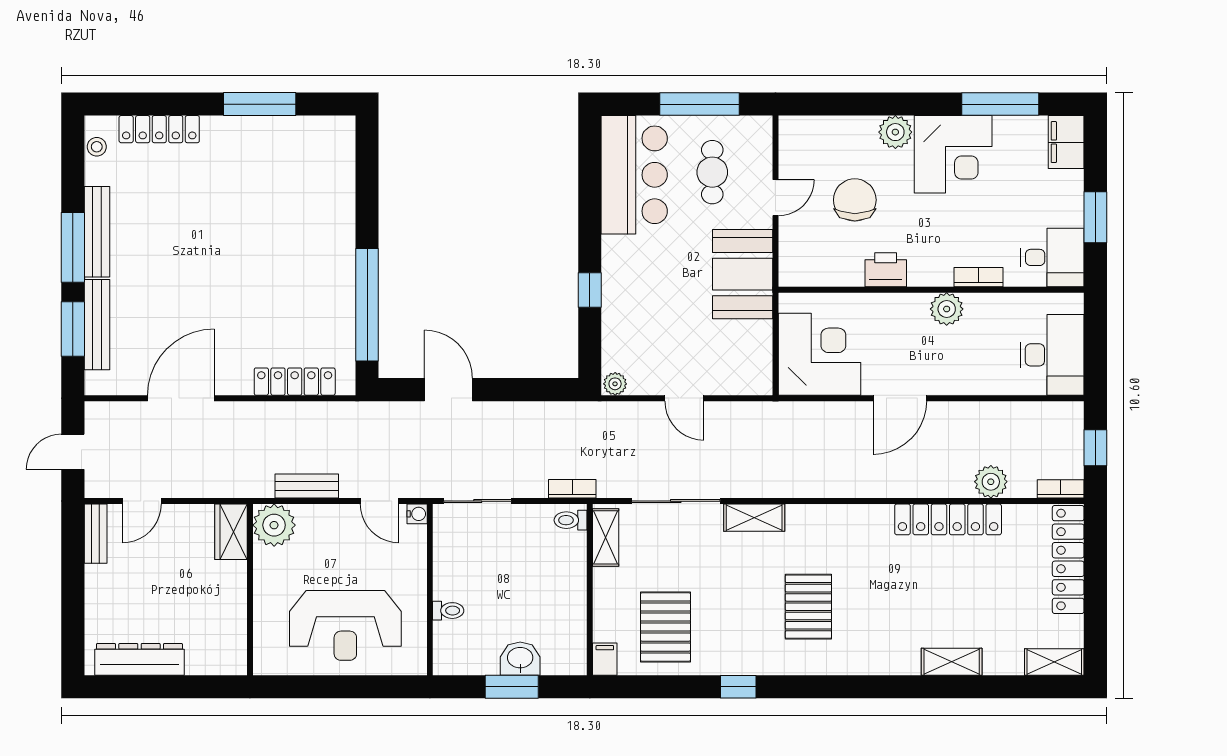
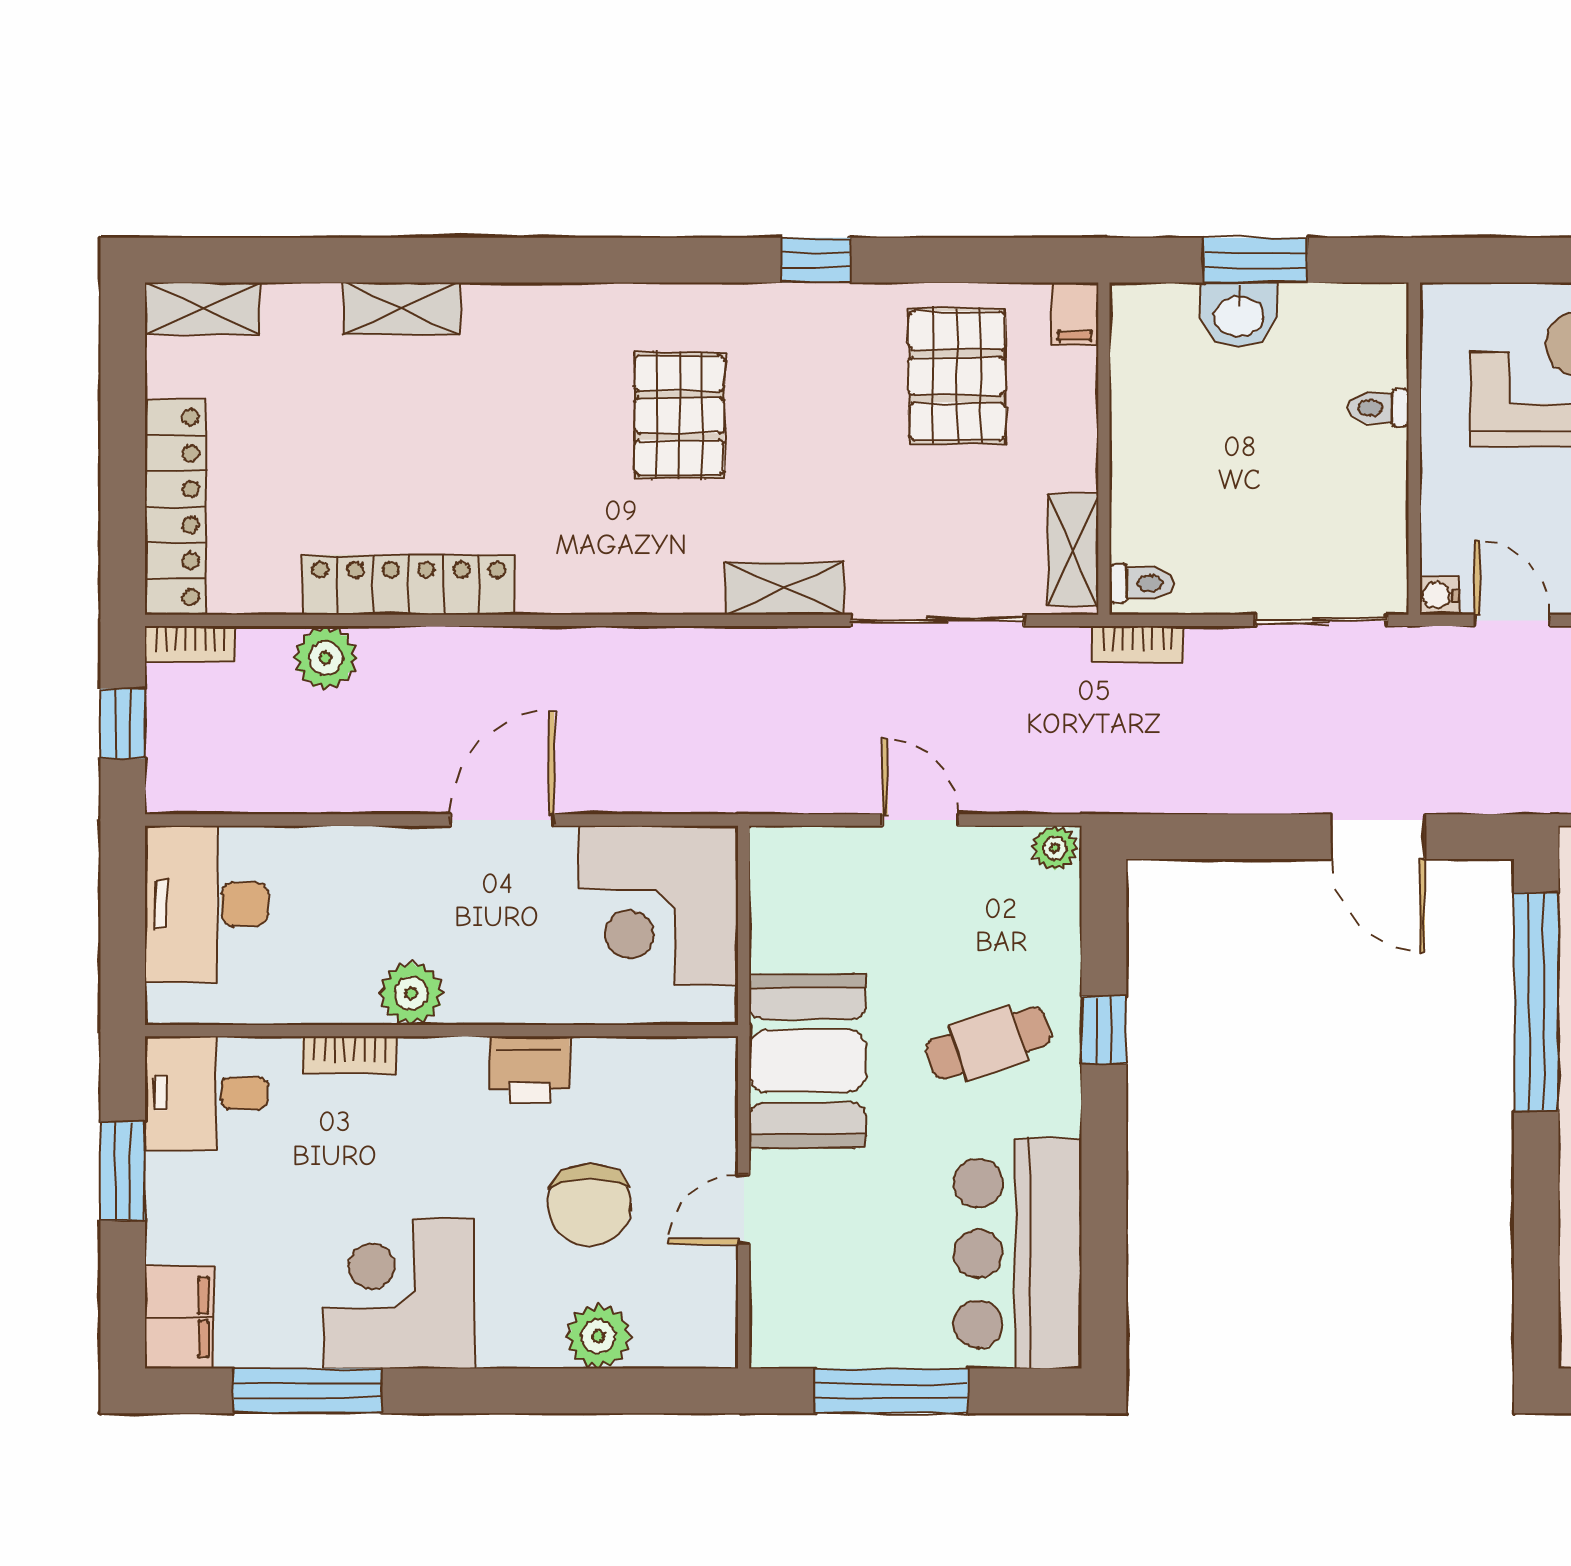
plant: (895, 132) -> (598, 1336), moved
cafe table: (712, 172) -> (988, 1043), moved, turned 72

